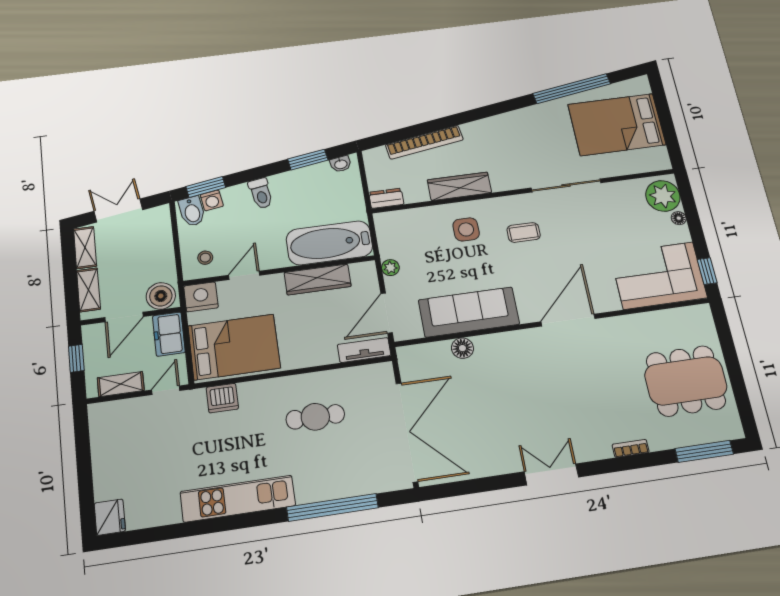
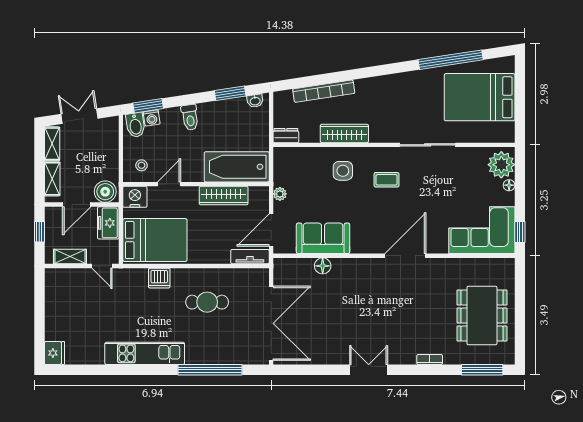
sofa: (469, 312) -> (323, 238), width x0.73
dining table: (686, 381) -> (482, 316), turned 90
door: (166, 390) -> (102, 266), swing flipped
dishwasher: (222, 398) -> (159, 278), moved

